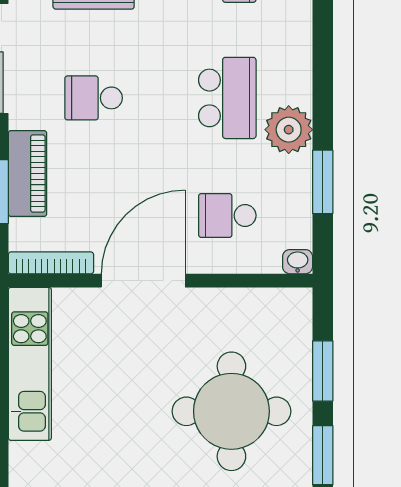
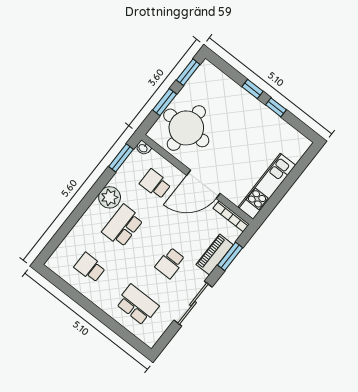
school desk: (94, 98) -> (170, 263), turned 90
window: (323, 182) -> (121, 158), moved
school desk: (227, 216) -> (155, 184), turned 180
round table: (231, 411) -> (186, 128), moved

